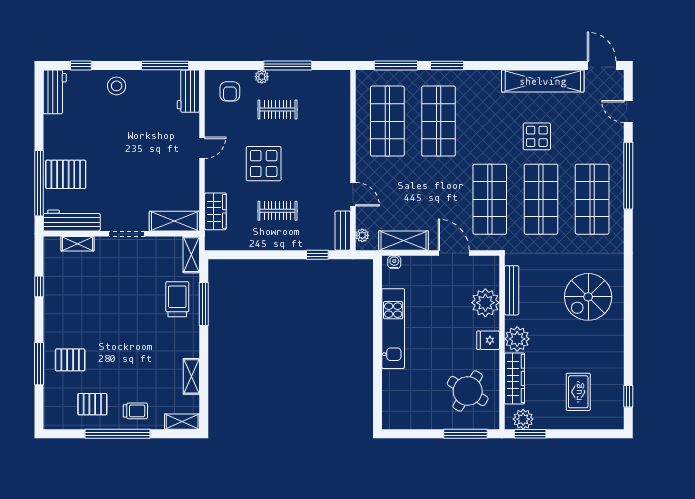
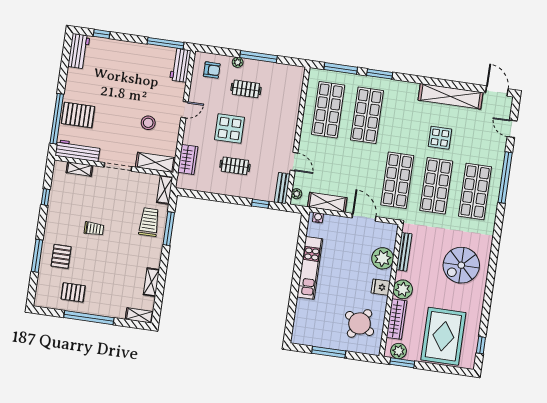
stool: (117, 86) -> (148, 123), moved
armchair: (230, 91) -> (212, 70), turned -90
pallet: (70, 360) -> (61, 256), turned 90
rug: (578, 392) -> (443, 336), width x1.86, depth x2.06
trolley: (135, 411) -> (94, 229), moved
window: (466, 434) -> (329, 352), moved

